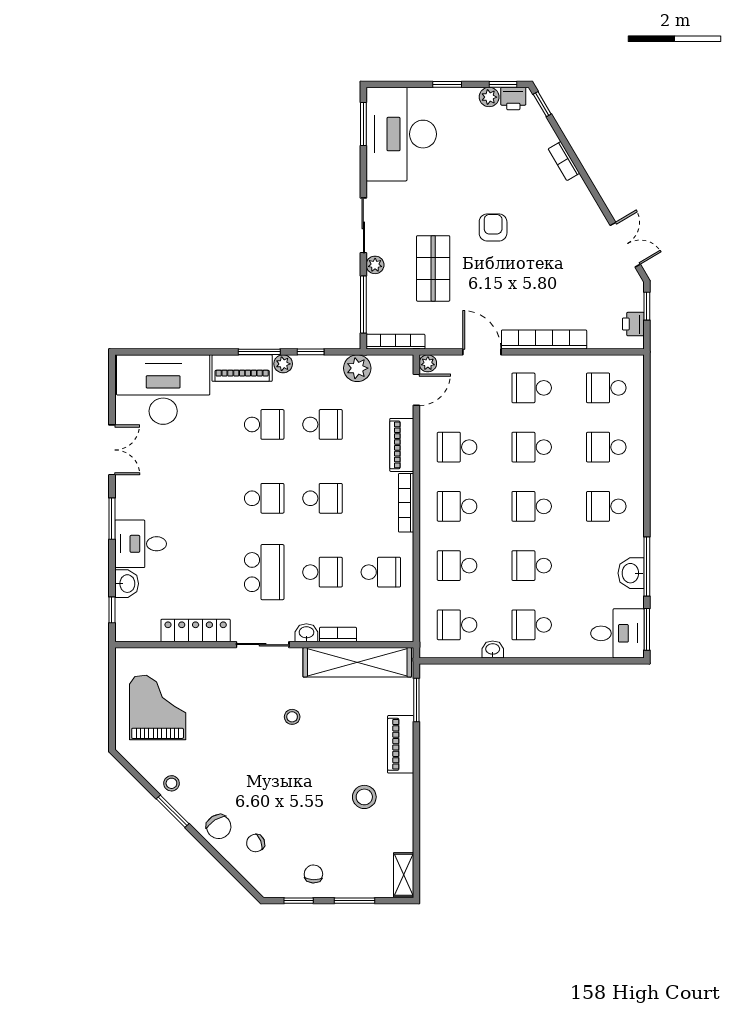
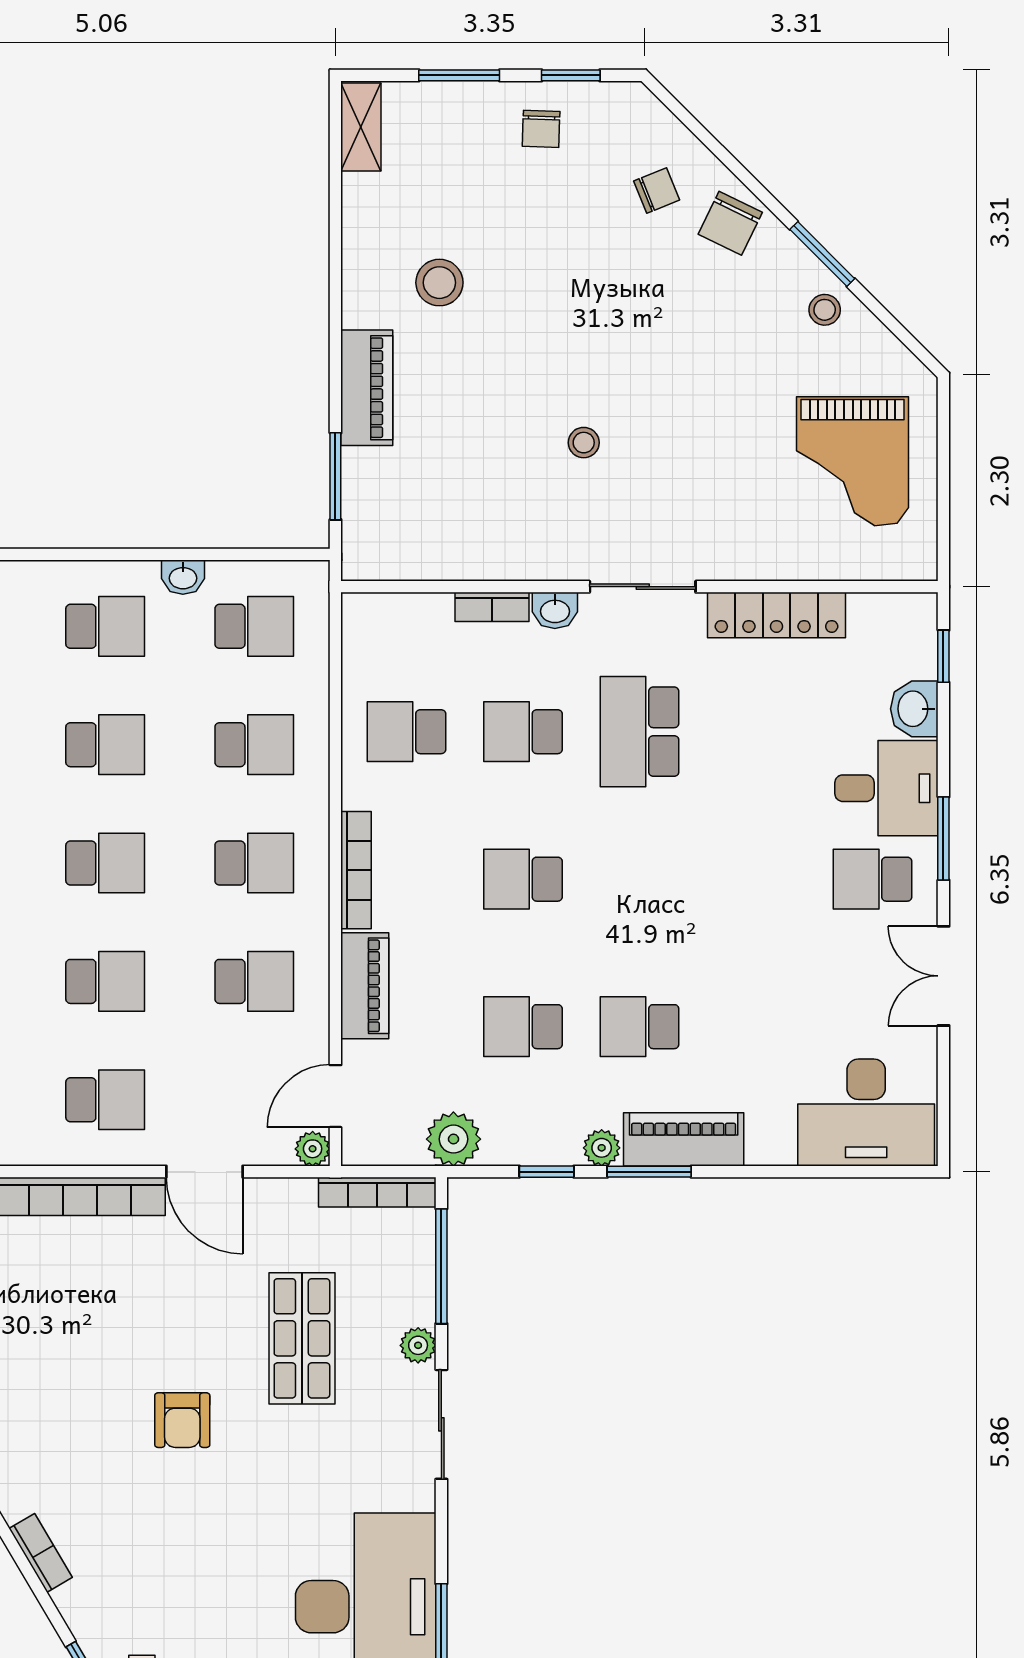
desk: (163, 390) -> (866, 1113), width x0.73, depth x0.77
school desk: (264, 498) -> (872, 879), moved
shelving: (357, 662) -> (454, 552), removed
chair: (219, 827) -> (730, 223), turned -122

